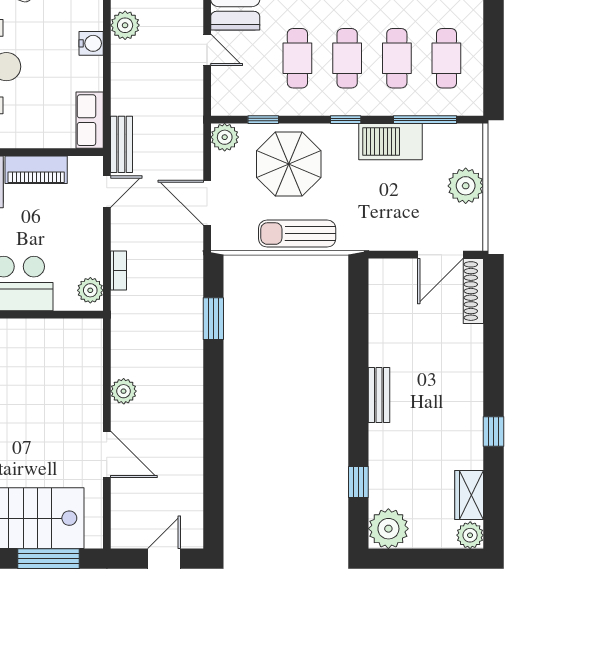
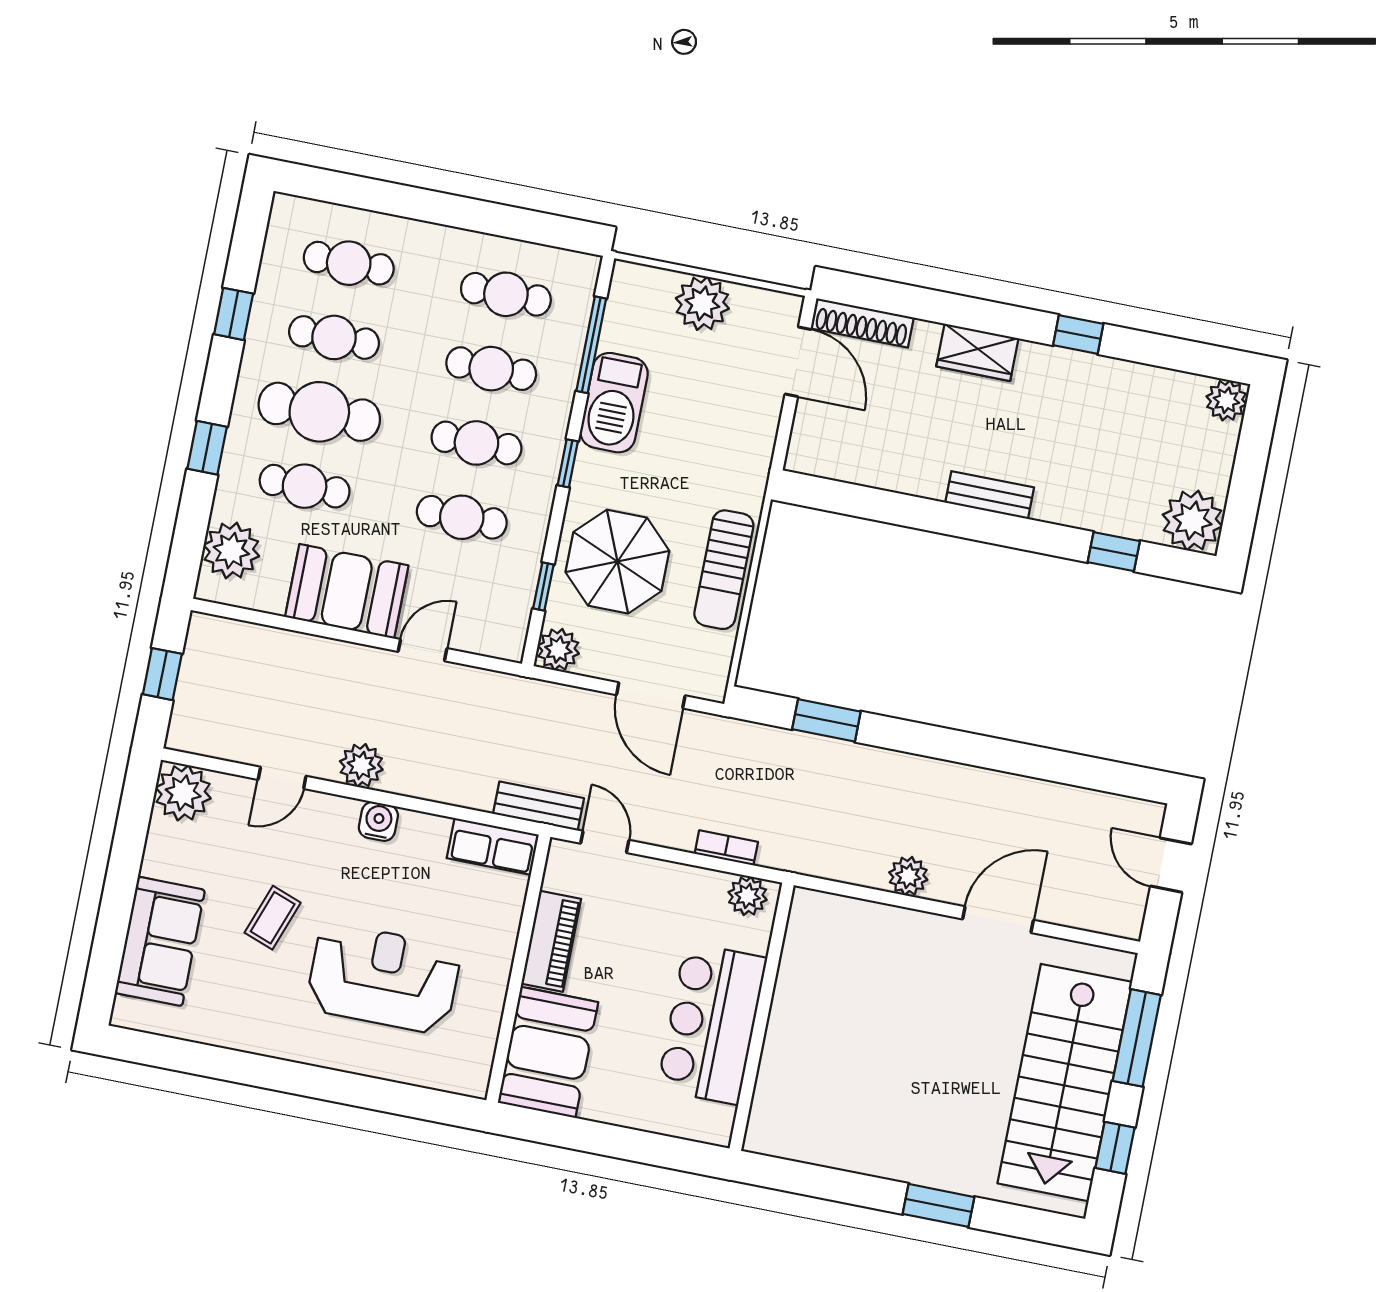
door: (207, 203) -> (651, 695), hinge flipped
wardrobe: (469, 495) -> (977, 352), moved

